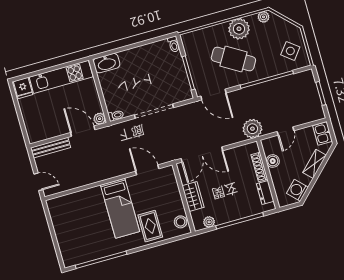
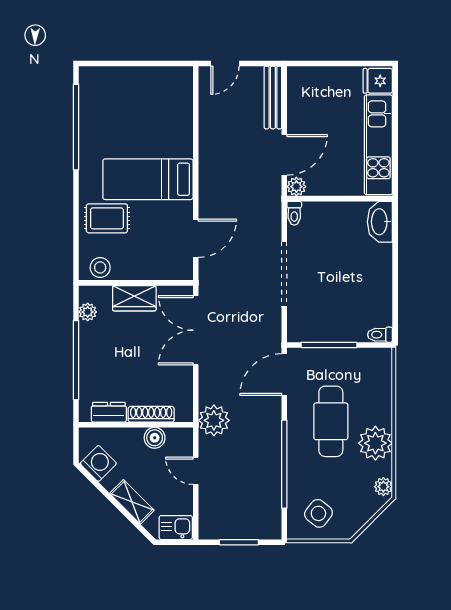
cafe table: (233, 59) -> (331, 421), turned -31

